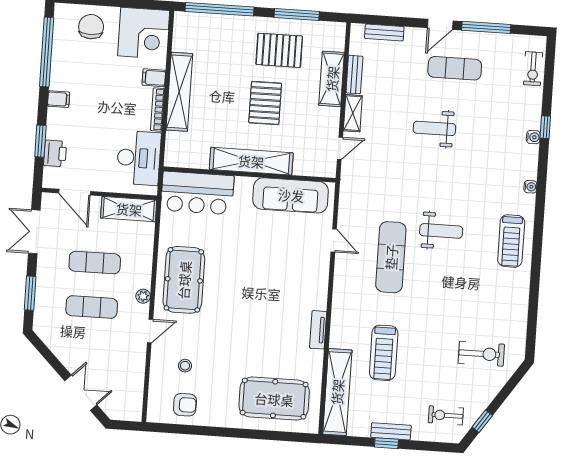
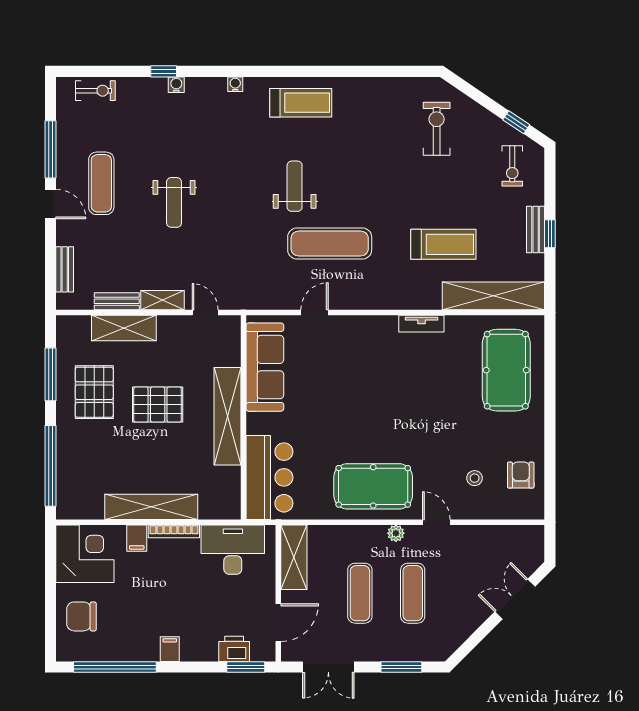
window: (40, 141) -> (246, 667), moved

